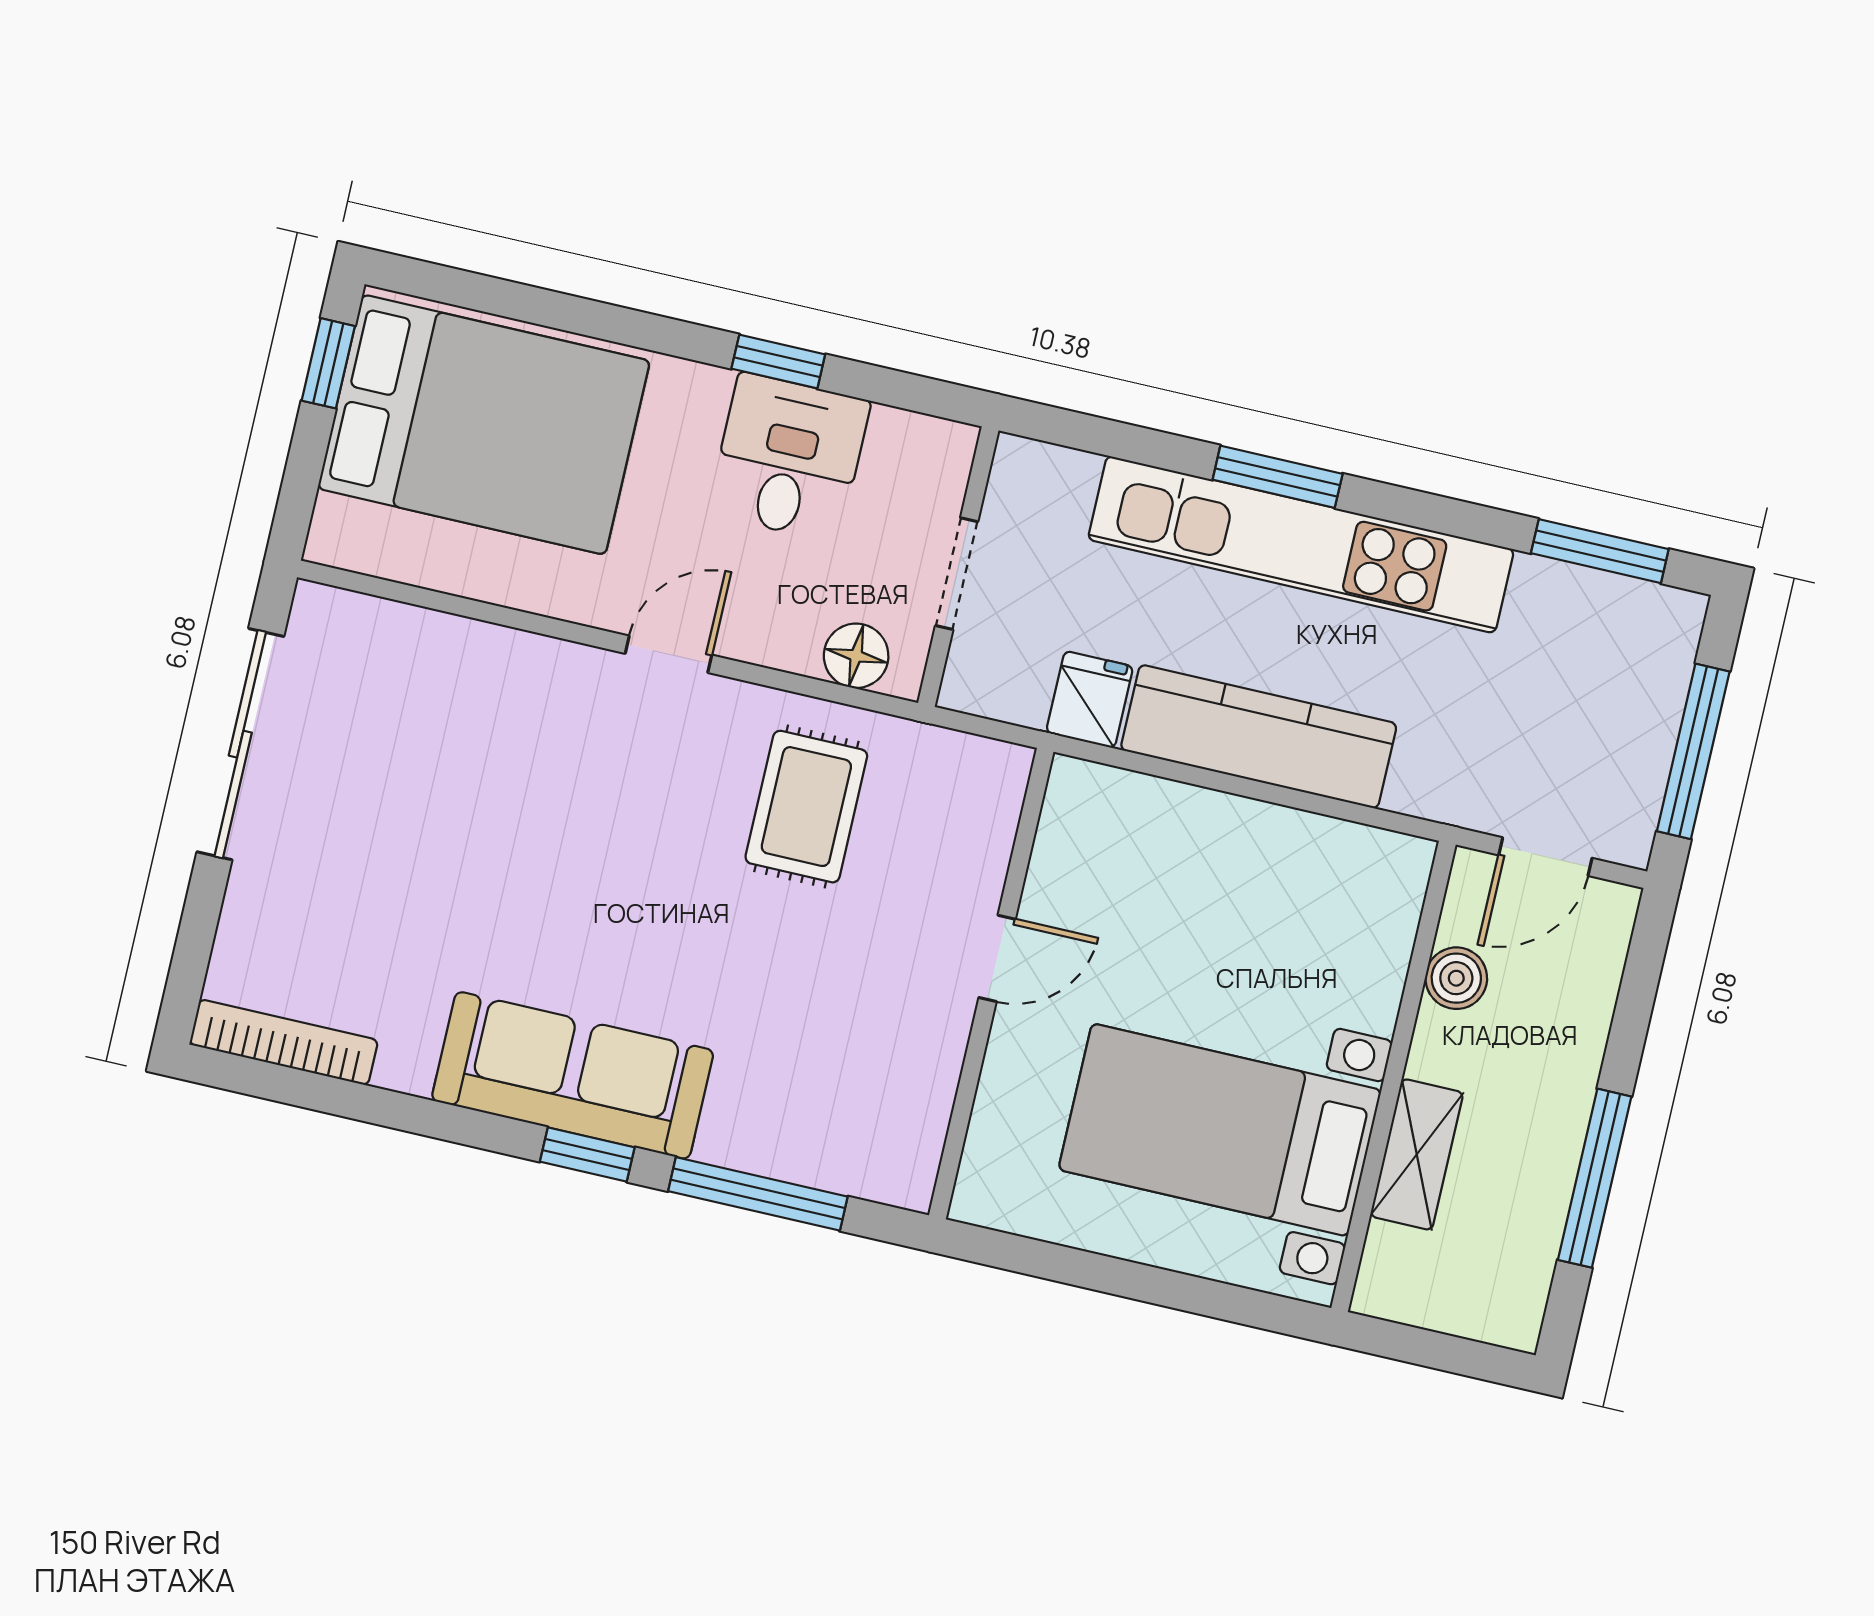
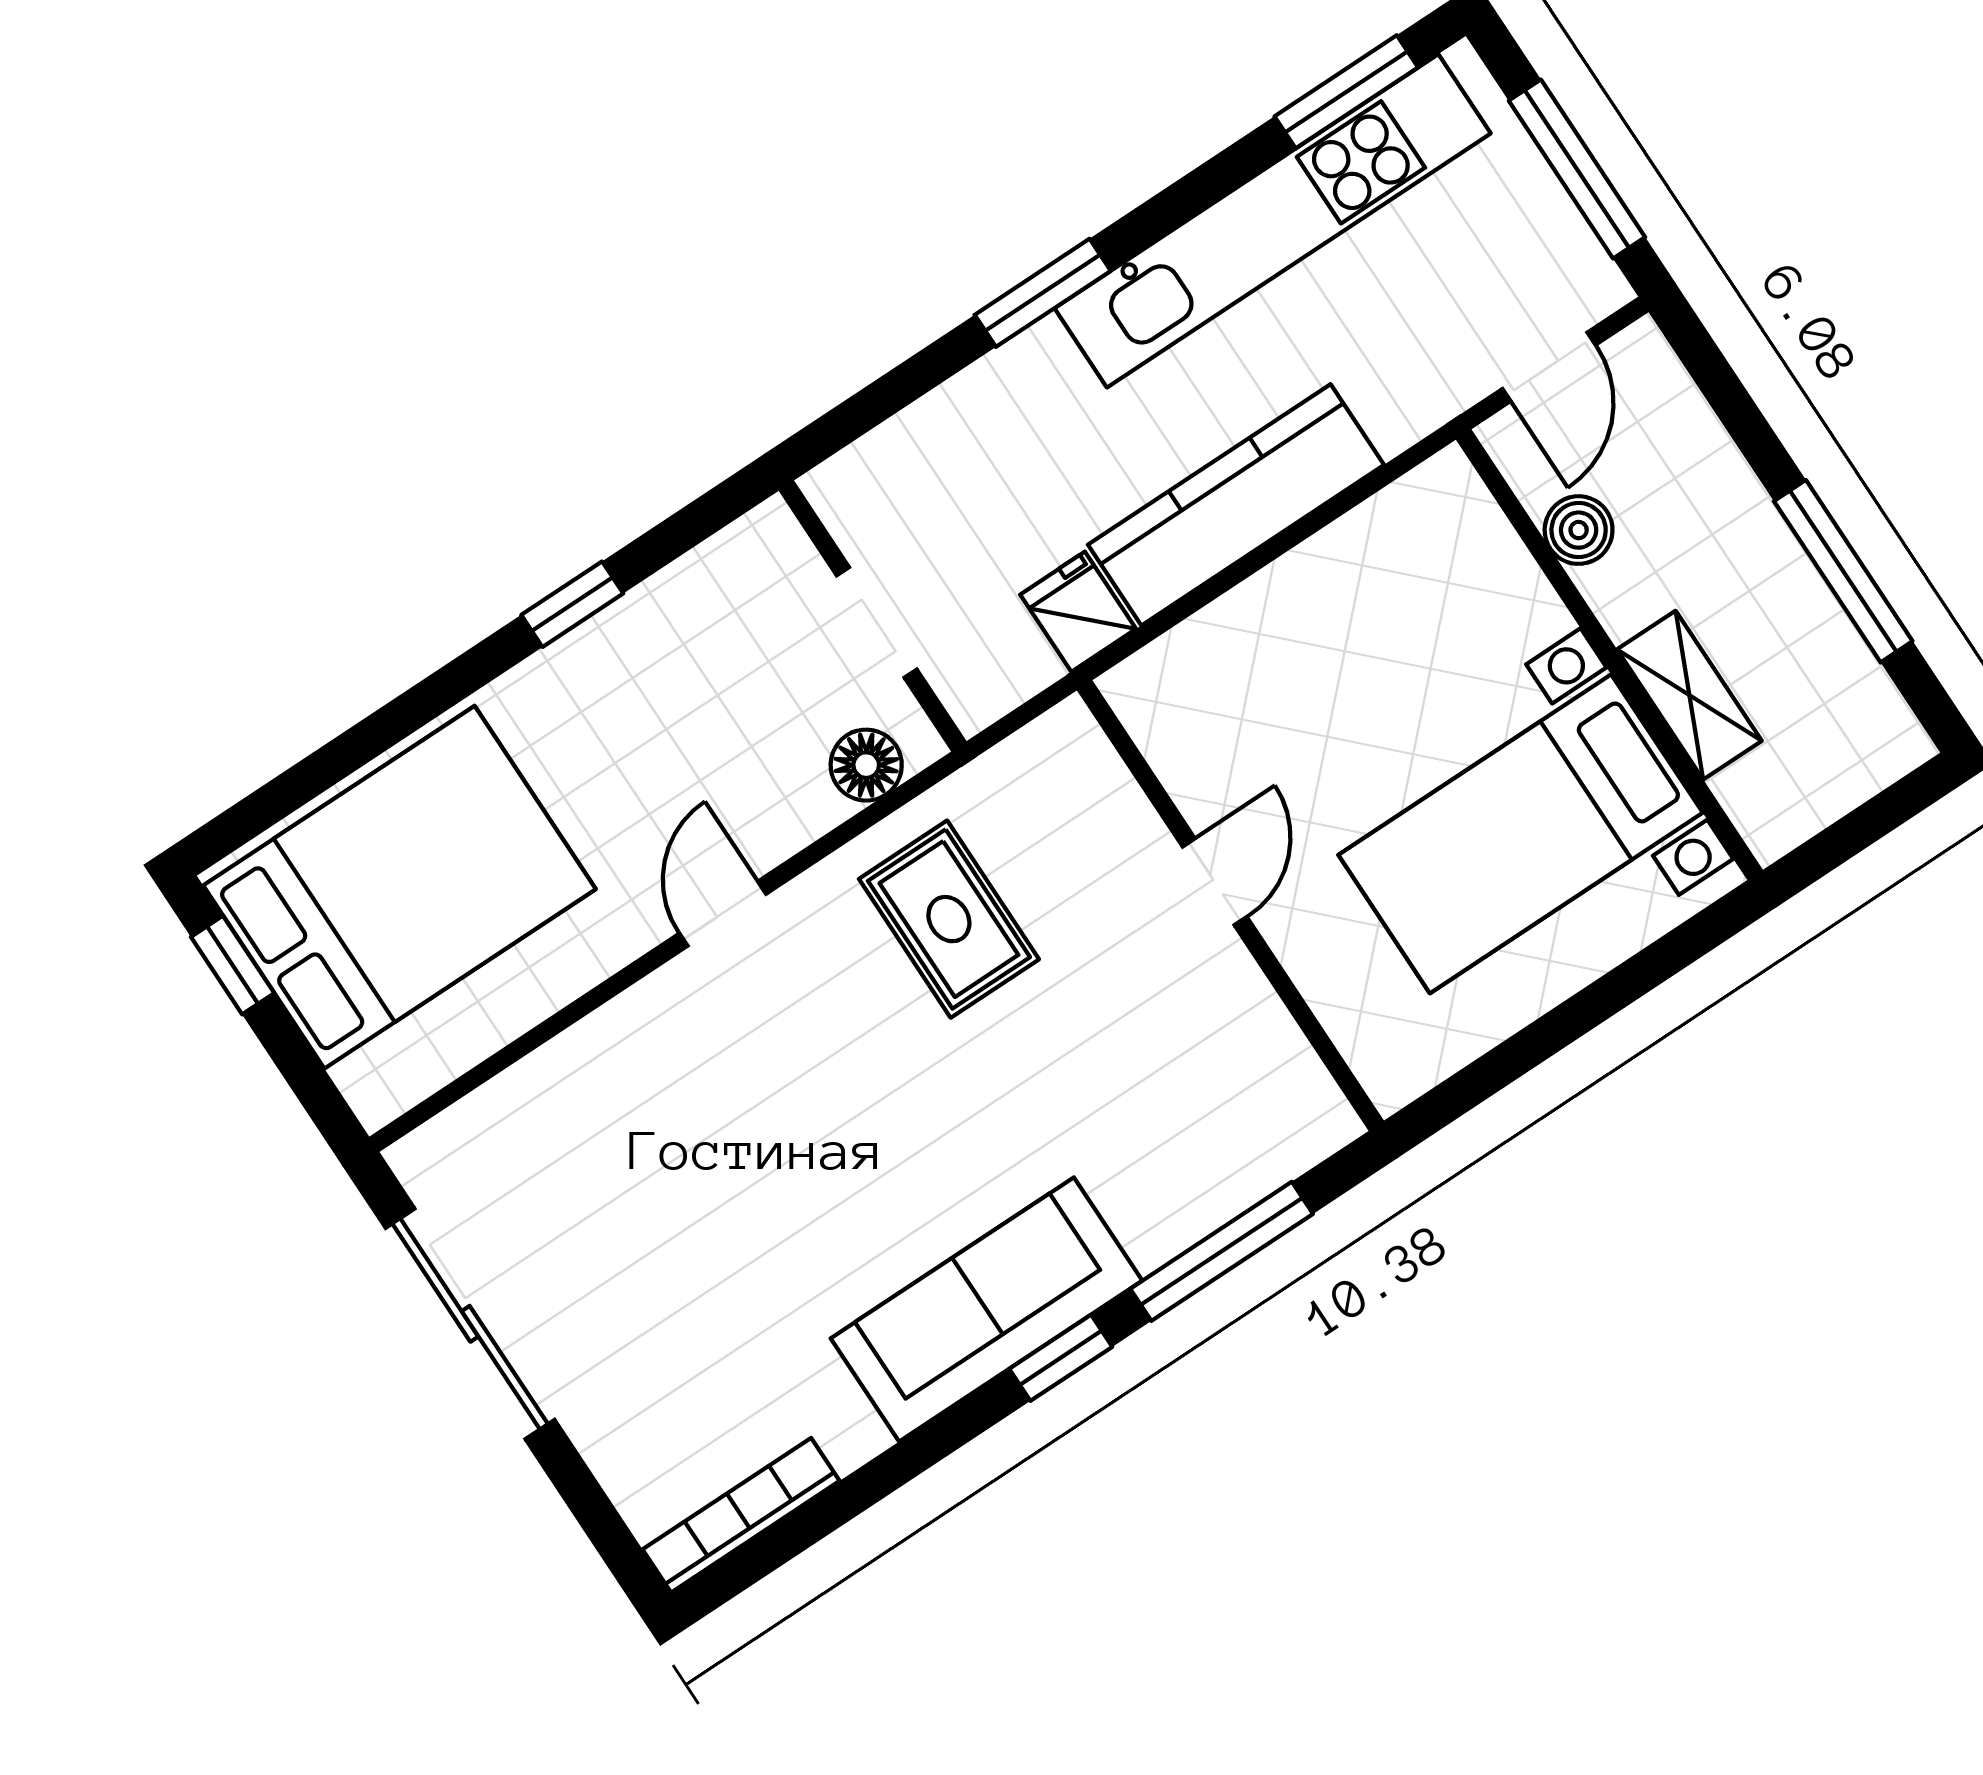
desk: (789, 457) -> (657, 668), removed
kitchen unit: (1301, 544) -> (1273, 221), moved

